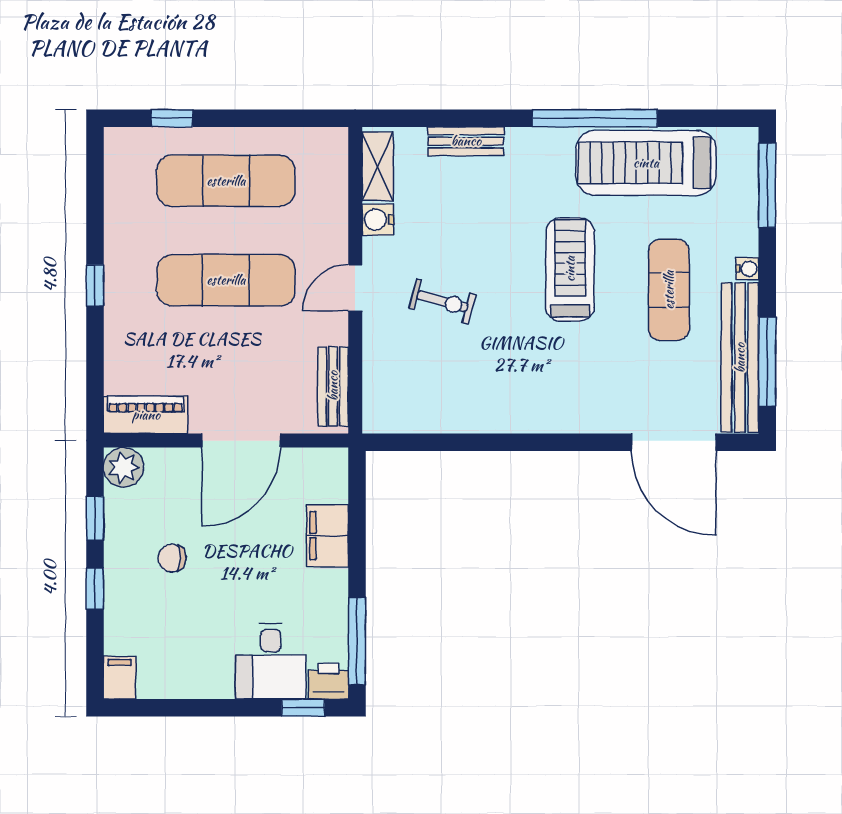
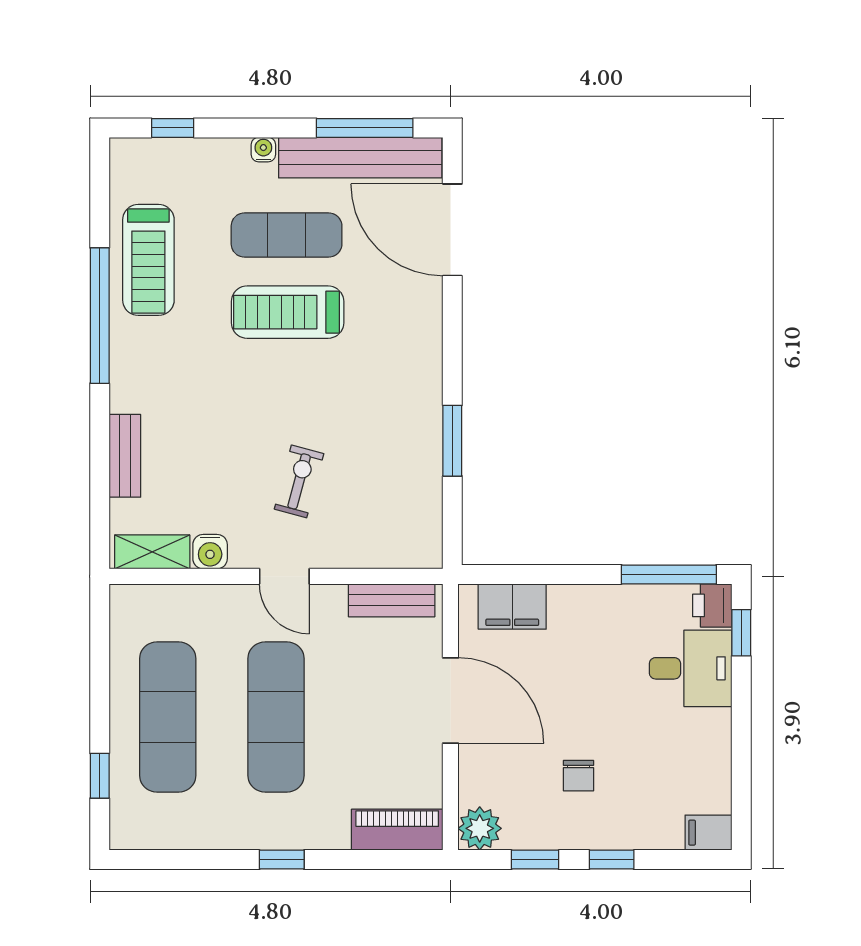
treadmill: (646, 163) -> (148, 260), width x0.73, depth x0.73
window: (767, 185) -> (173, 128), width x0.46
treadmill: (570, 269) -> (288, 312), moved
piano: (146, 415) -> (397, 830), moved, turned 90
window: (480, 442) -> (452, 441), added
door: (674, 442) -> (452, 230), swing flipped
filing cabinet: (327, 536) -> (512, 606), moved

